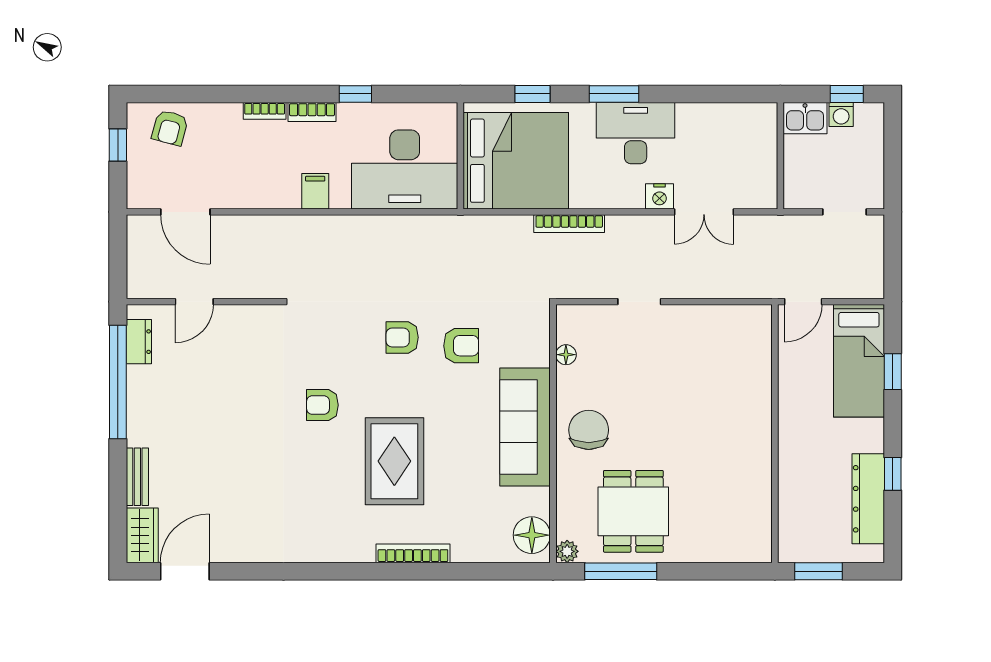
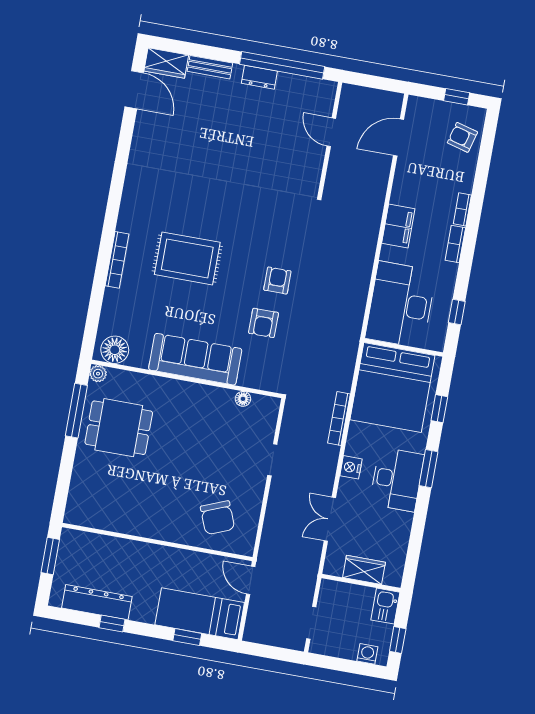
window: (355, 94) -> (457, 312), moved
washing machine: (841, 114) -> (367, 654), moved, turned 90
wardrobe: (762, 155) -> (364, 570), added
filing cabinet: (315, 191) -> (398, 226), width x2.00
nightstand: (659, 196) -> (351, 467), moved
dresser: (139, 342) -> (259, 77), moved
armchair: (322, 405) -> (238, 213), removed
chair: (589, 430) -> (218, 518), moved, turned 68

